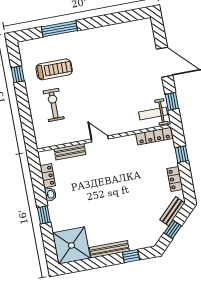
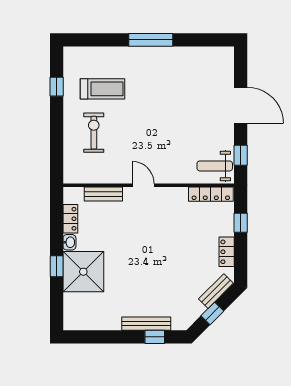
window: (59, 29) -> (151, 40), moved
shower: (71, 245) -> (83, 272), moved
bench: (109, 249) -> (146, 324), moved

